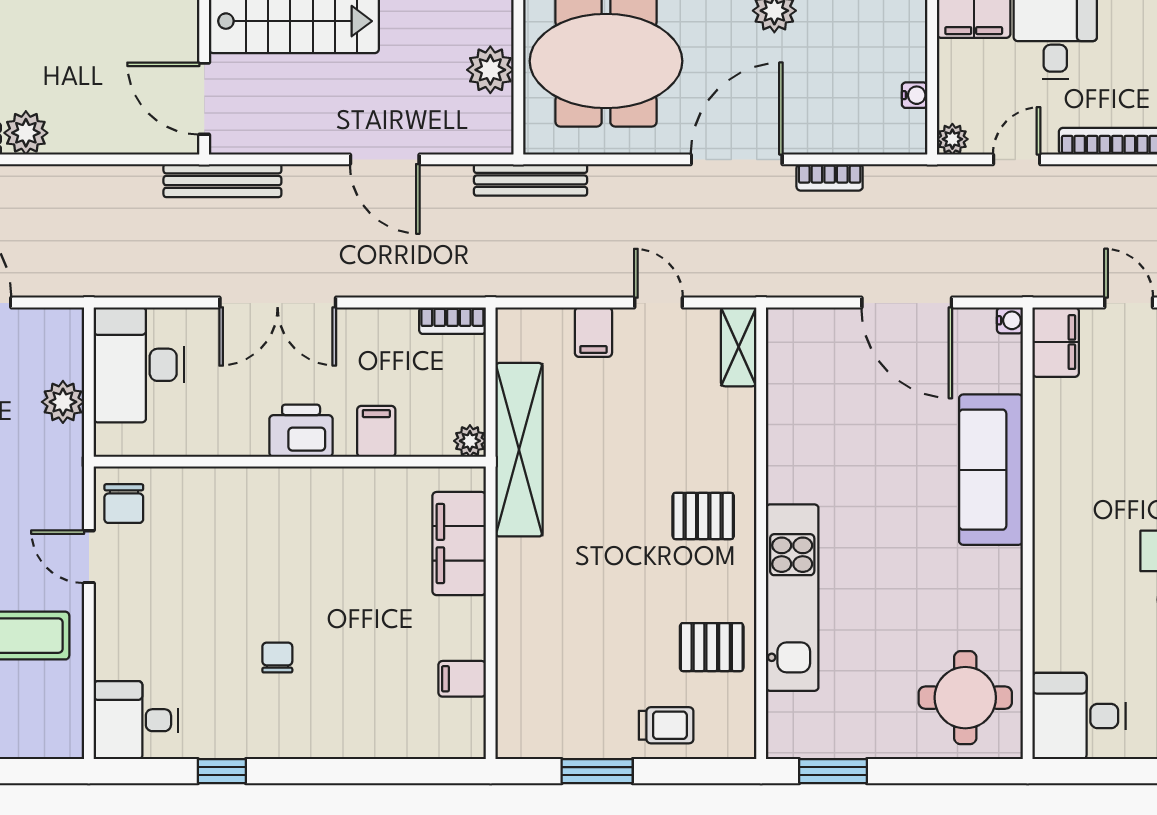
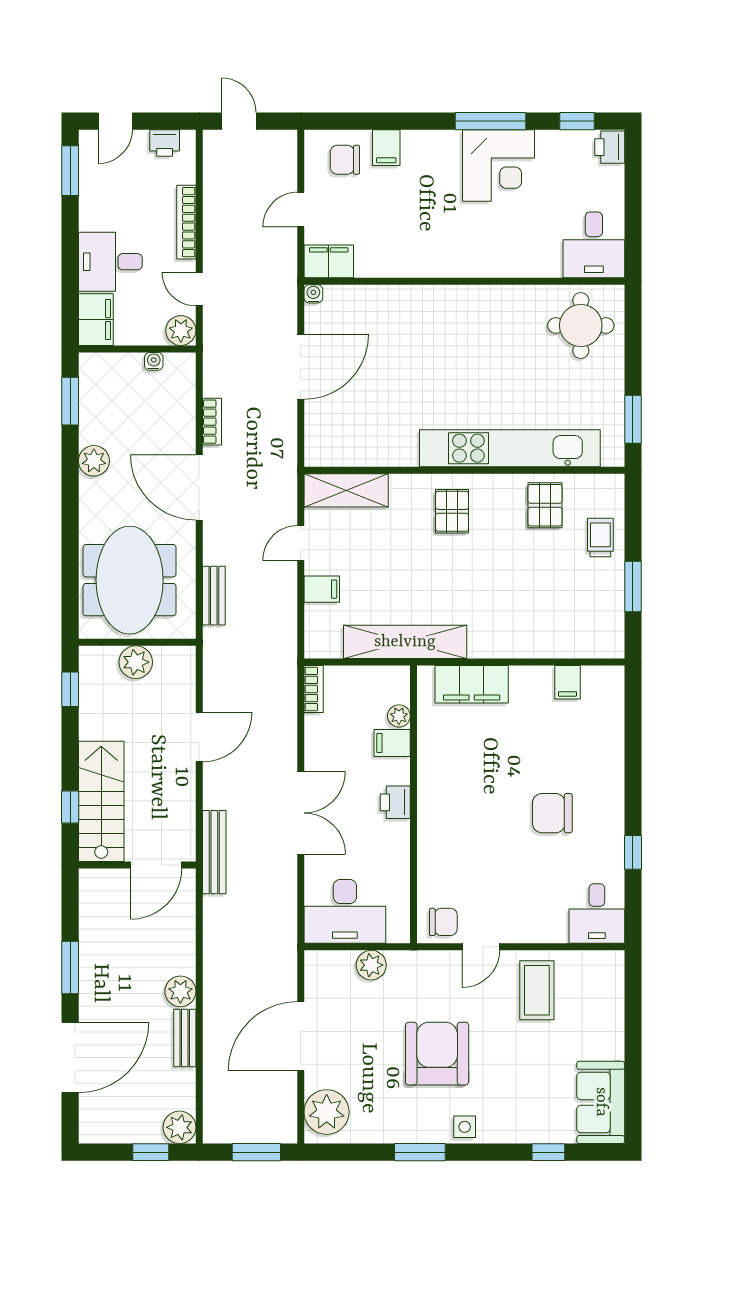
plant: (952, 139) -> (181, 331), width x1.38, depth x1.38
bench: (531, 180) -> (214, 596), moved, width x0.73
shelving: (739, 347) -> (346, 490), width x1.50, depth x1.33
printer: (301, 431) -> (395, 802), width x0.73, depth x0.81
plant: (470, 441) -> (399, 716), moved
sofa: (991, 470) -> (419, 307), removed
kitchen unit: (792, 598) -> (510, 448), width x1.36
chair: (277, 658) -> (552, 813), width x1.87, depth x1.87

